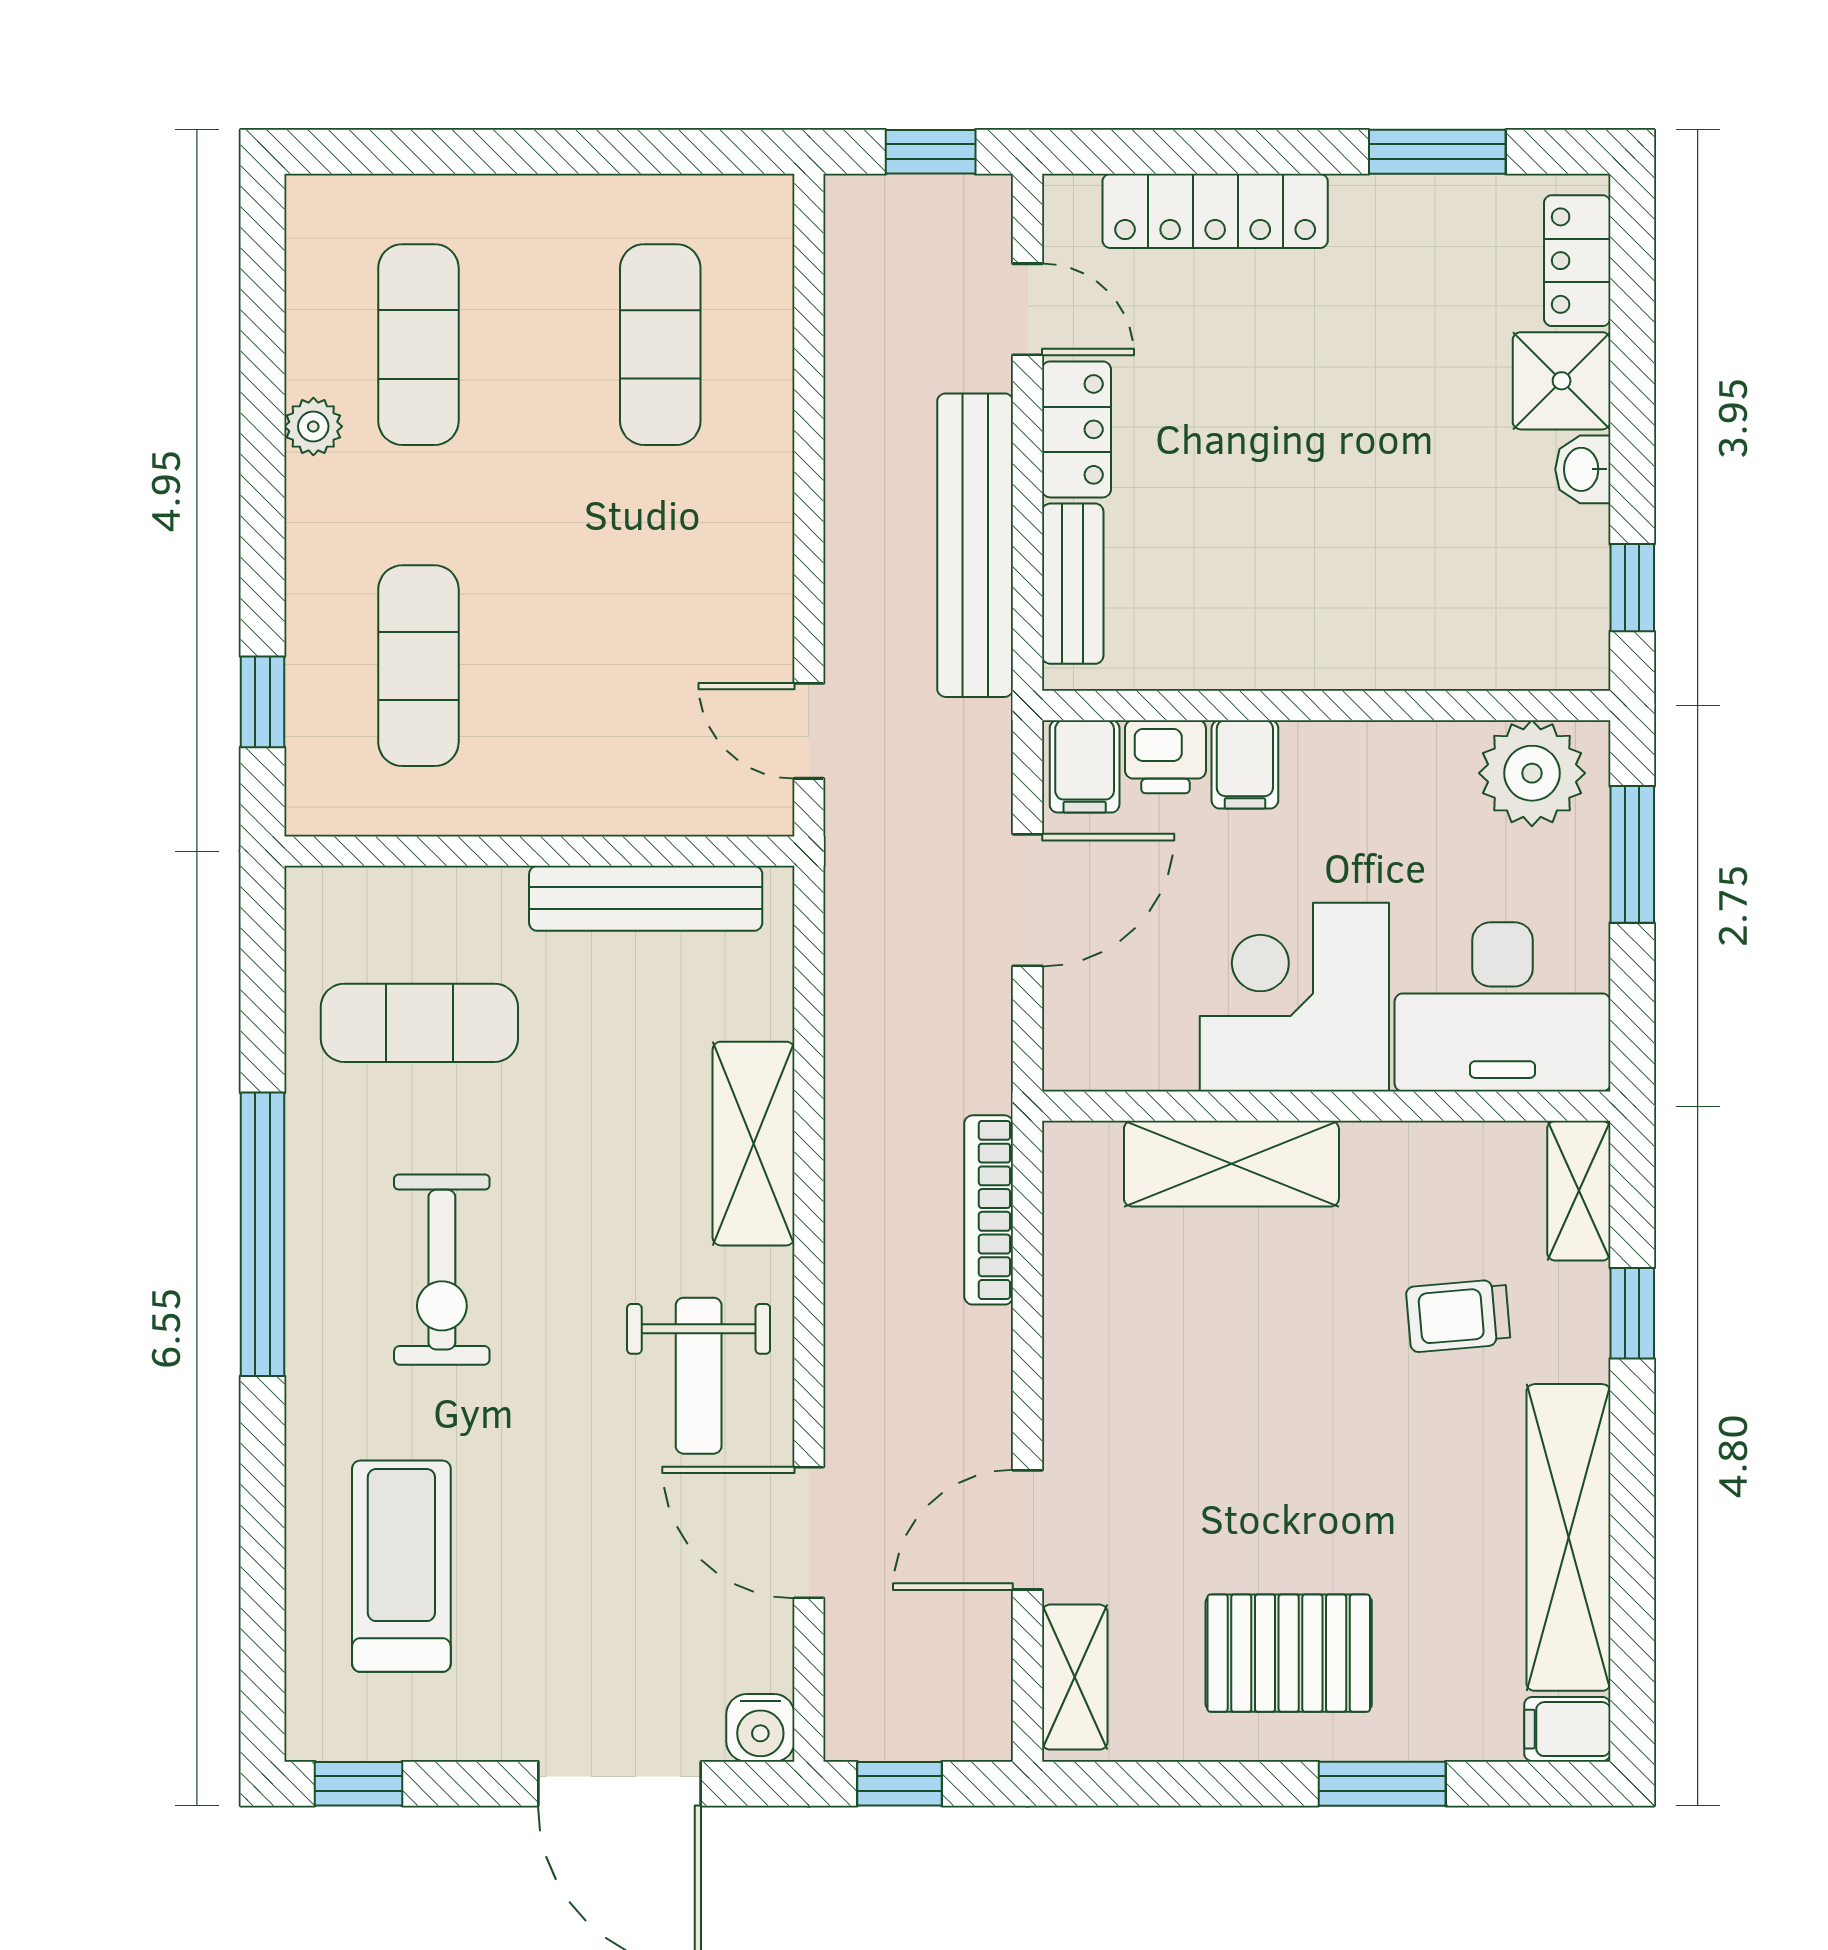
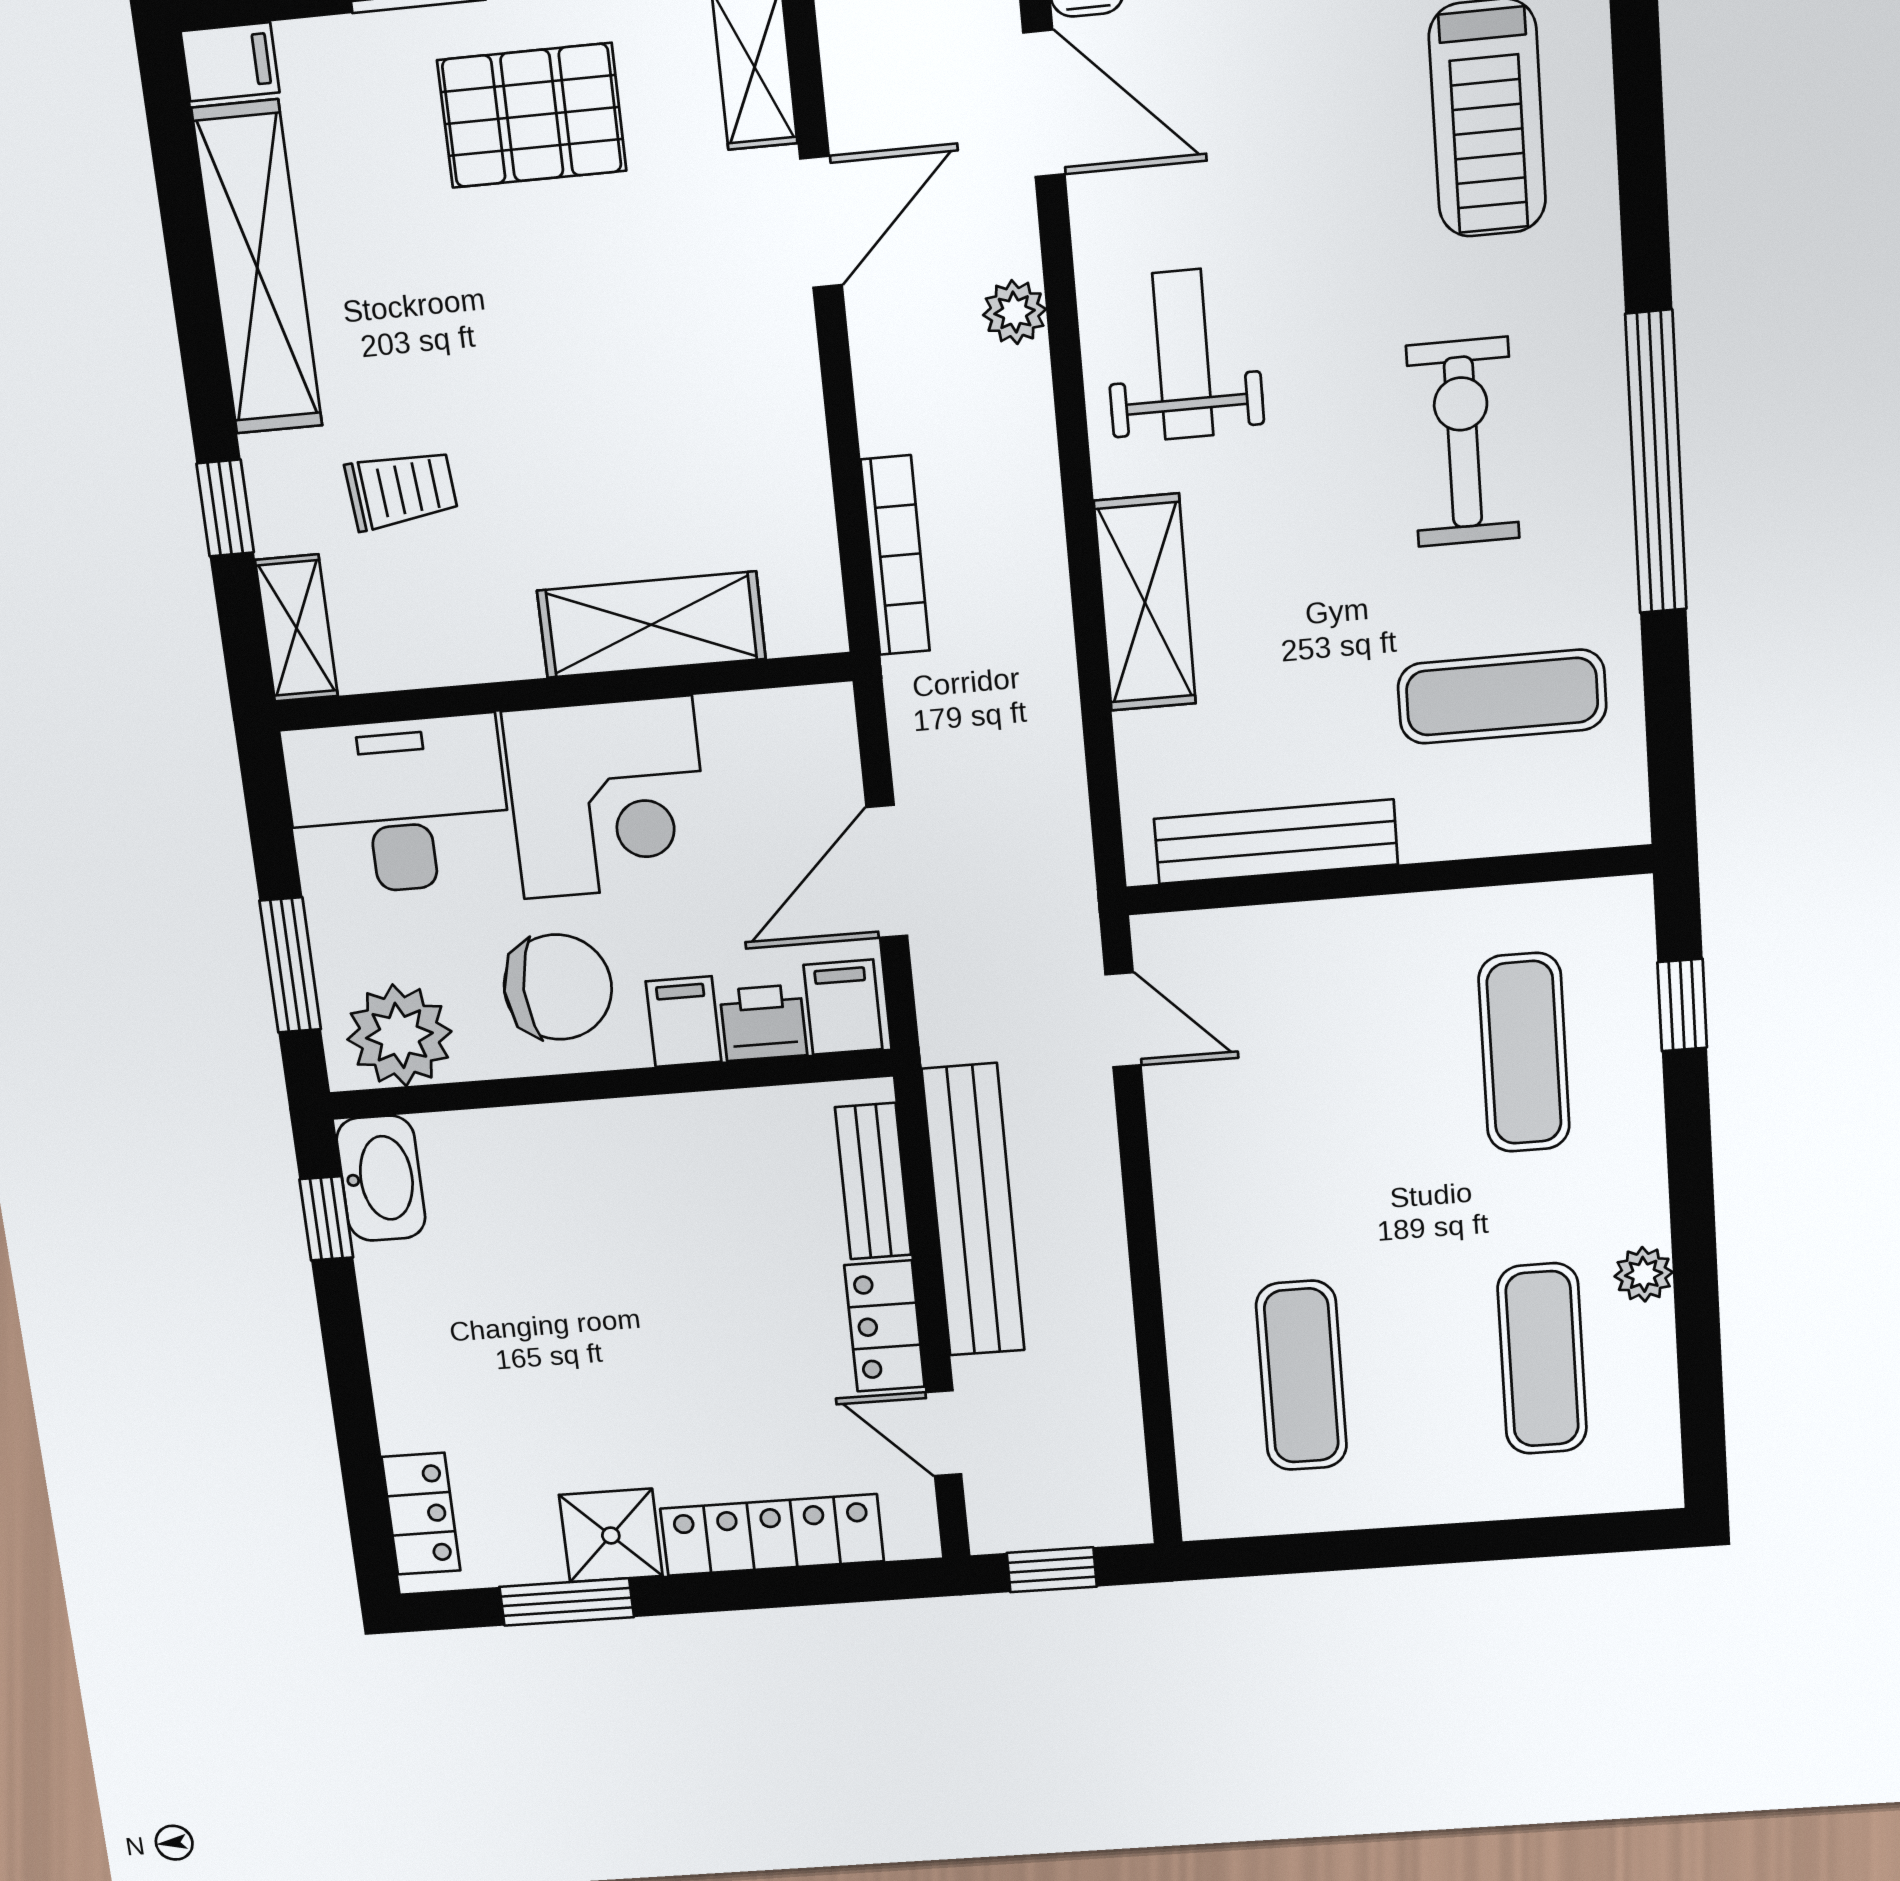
shower: (1562, 381) -> (611, 1535), moved
washbasin: (1583, 469) -> (381, 1178), moved, width x1.91, depth x1.45
chair: (1366, 810) -> (558, 987), added
plant: (853, 1430) -> (1015, 312), added
door: (809, 1532) -> (1044, 104), moved

